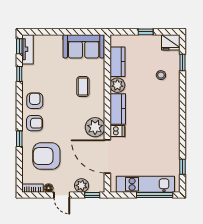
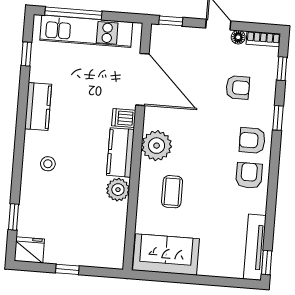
tv unit: (27, 49) -> (255, 247), width x1.41
kitchen counter: (117, 62) -> (38, 106), moved, turned 180
window: (19, 74) -> (282, 69), moved
stool: (161, 75) -> (48, 164), moved
armchair: (35, 101) -> (249, 175), turned 180
plant: (95, 127) -> (157, 146), moved
armchair: (46, 156) -> (238, 88), width x0.53, depth x0.53
plant: (82, 185) -> (186, 37), removed

